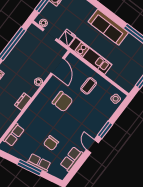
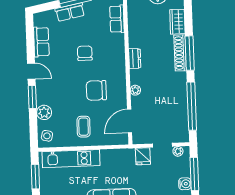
kitchen unit: (90, 56) -> (71, 159), moved
door: (58, 66) -> (130, 121), hinge flipped
plant: (106, 114) -> (44, 112), added
chair: (51, 143) -> (85, 53), moved

